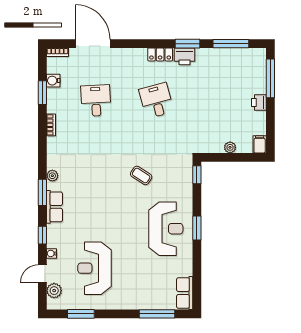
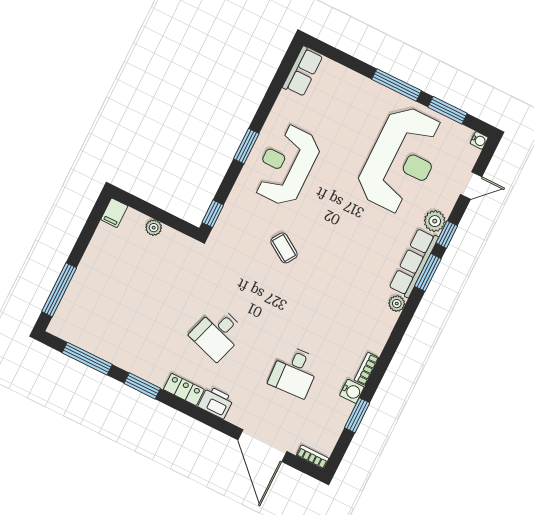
printer: (184, 56) -> (216, 402), moved
water cooler: (53, 81) -> (352, 391), moved
desk: (156, 101) -> (218, 333), turned 33
printer: (259, 102) -> (89, 266), removed
window: (42, 192) -> (428, 272), moved
row of seats: (54, 207) -> (414, 263), width x1.48
water cooler: (51, 253) -> (479, 140), moved
reception desk: (95, 268) -> (401, 160), width x1.36, depth x1.30
plant: (54, 291) -> (435, 221), moved
window: (157, 314) -> (397, 85), moved

